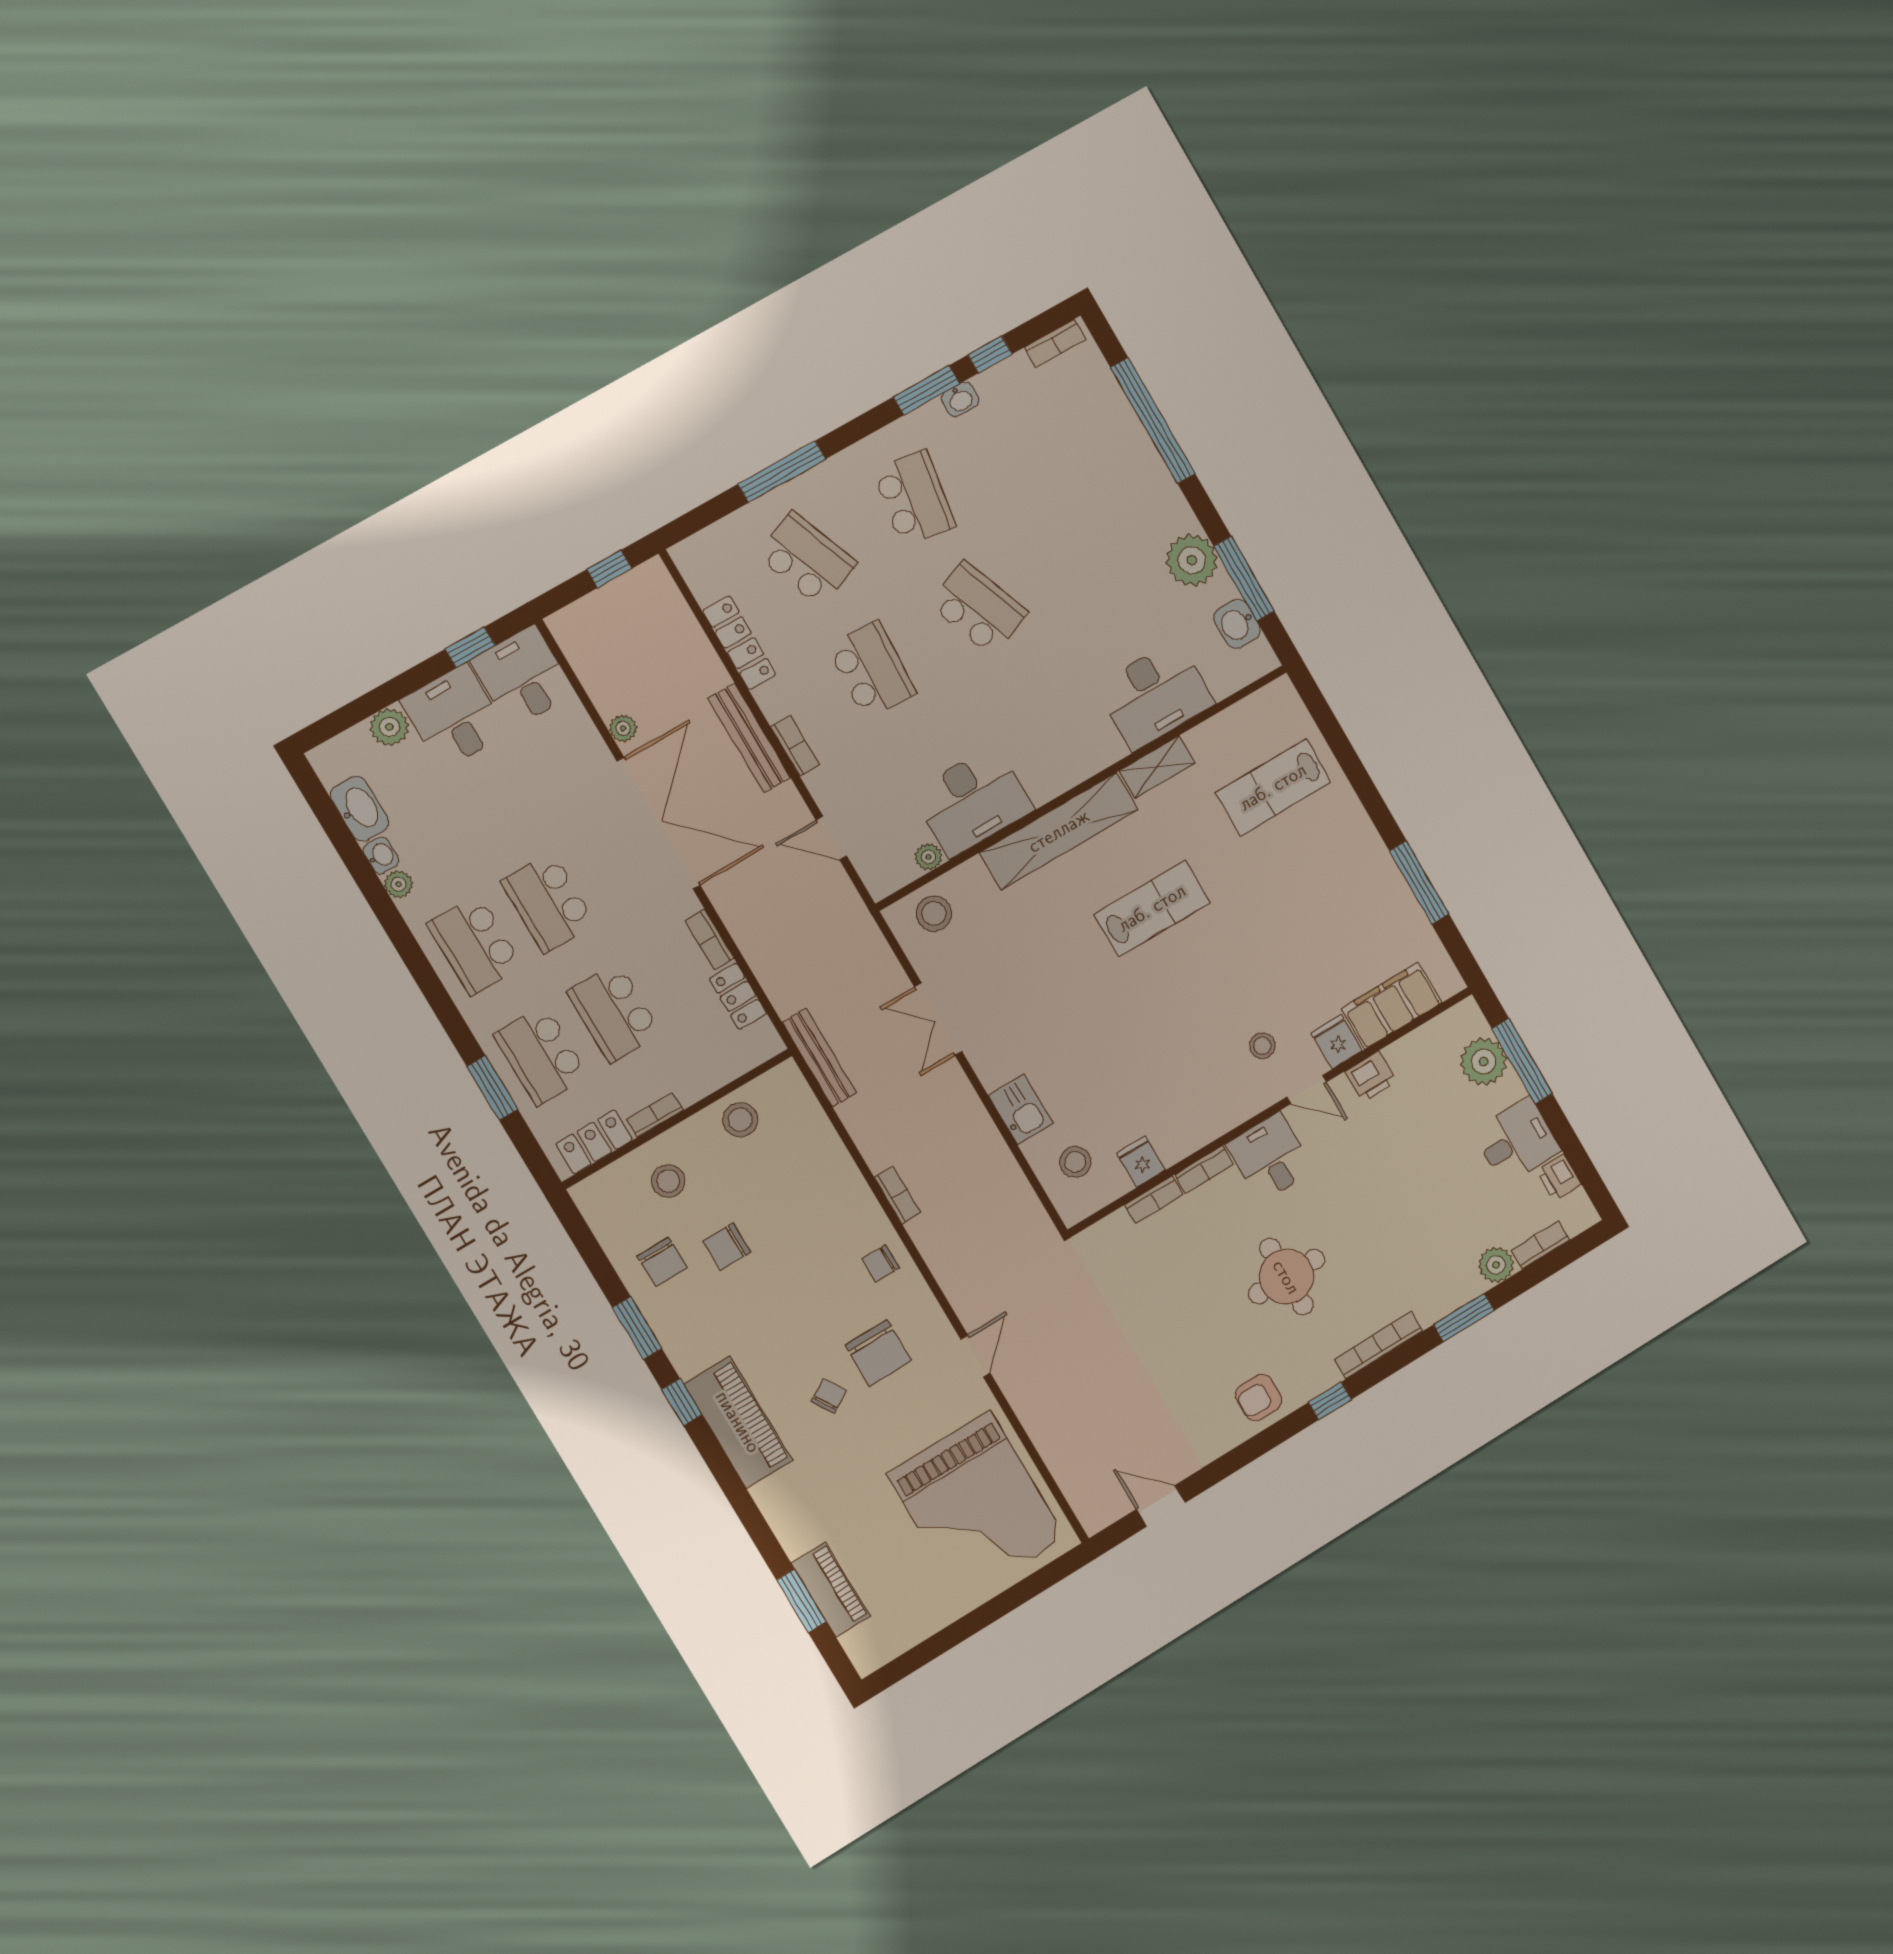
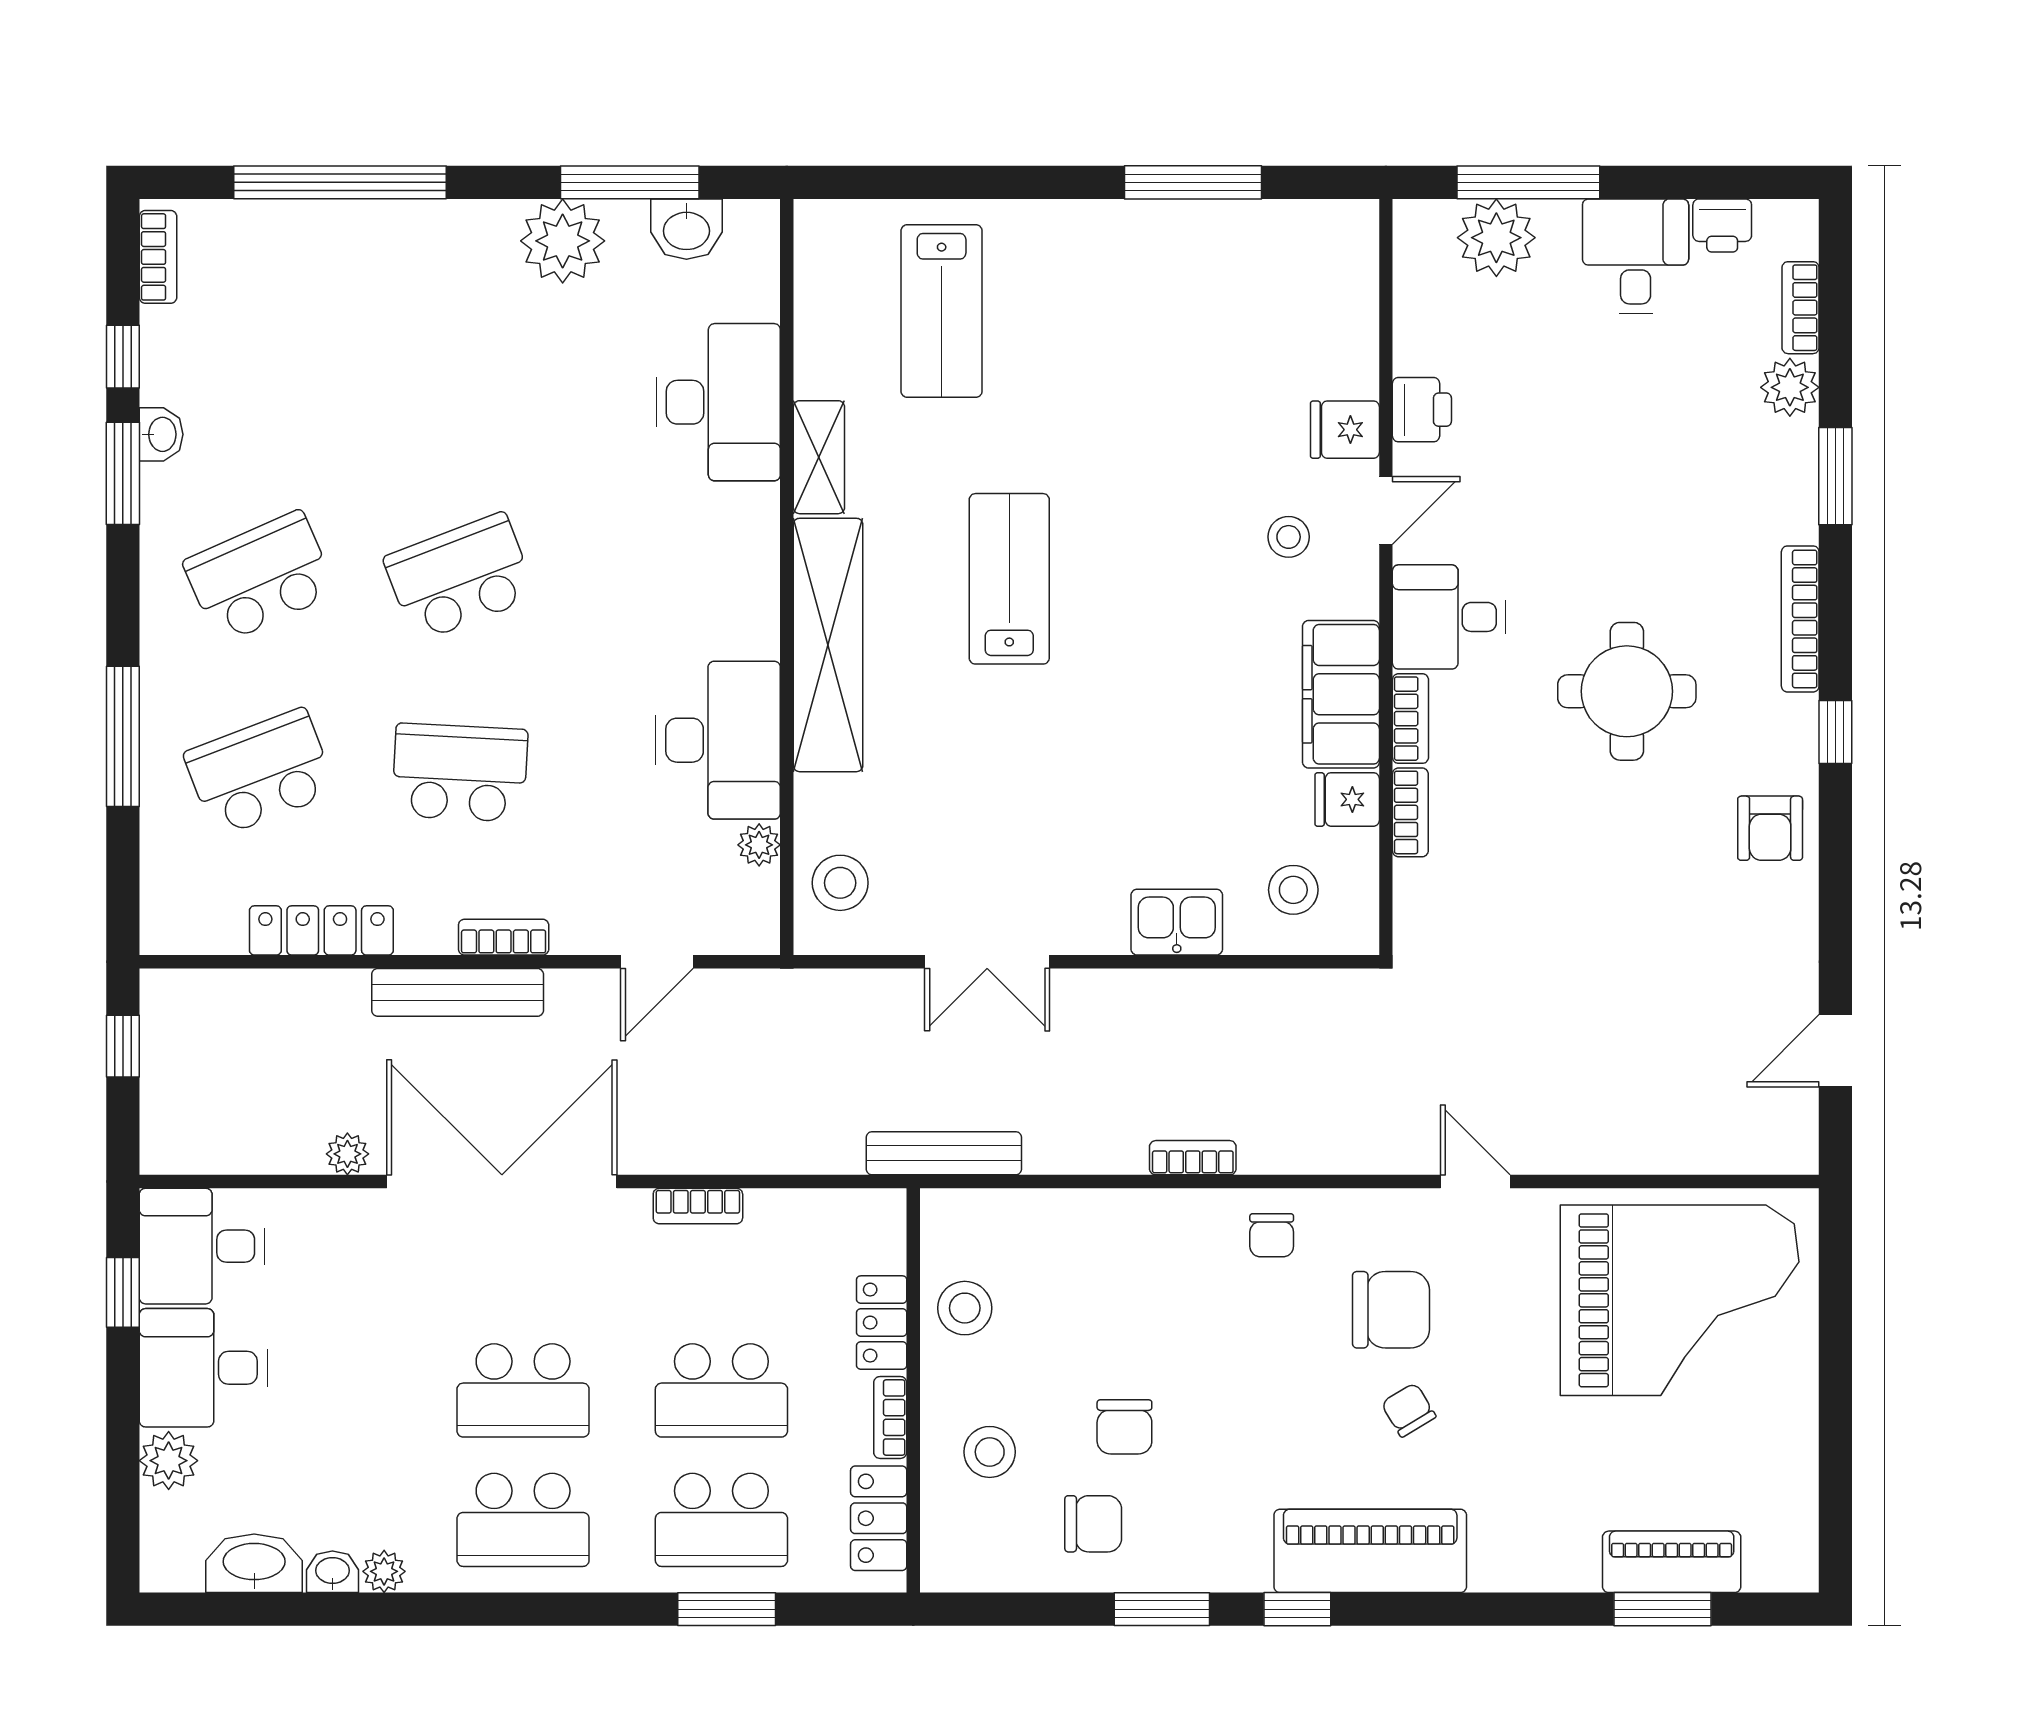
school desk: (914, 498) -> (260, 577), turned -33
locker: (738, 996) -> (882, 1323), moved, turned 90
filing cabinet: (1392, 1006) -> (1341, 694), moved

